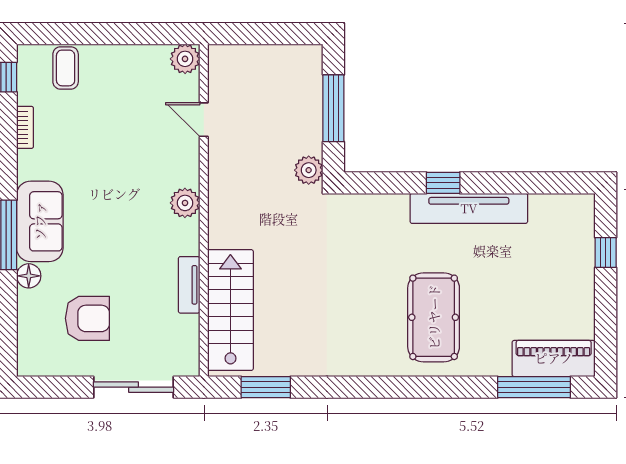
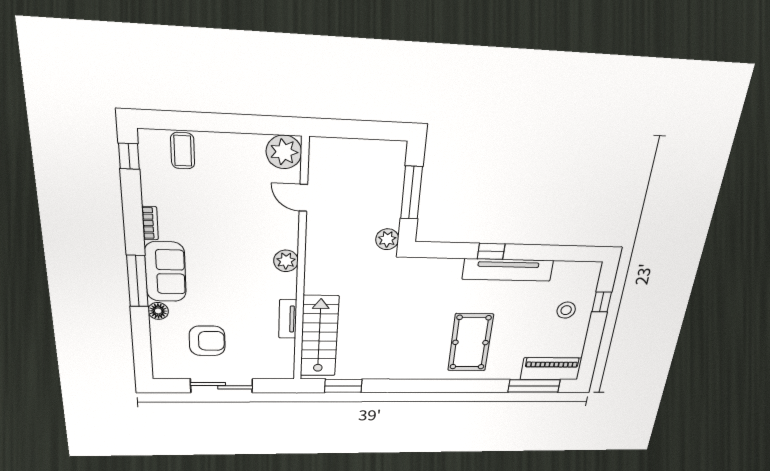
plant: (185, 59) -> (284, 152), width x1.36, depth x1.36
bookcase: (25, 127) -> (150, 223), moved
stool: (558, 266) -> (566, 310), added
sliding door: (133, 387) -> (222, 386), moved

